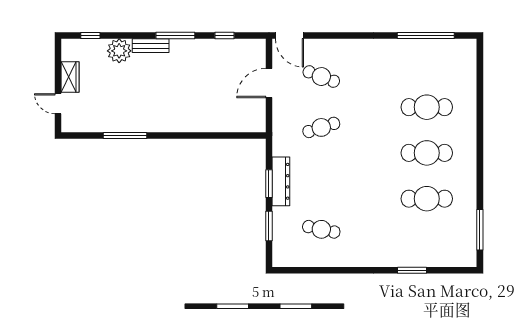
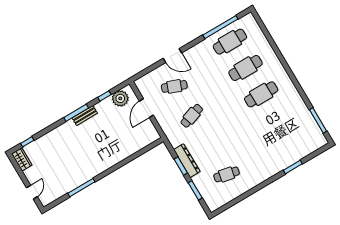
door: (289, 36) -> (172, 56), moved
bench: (151, 46) -> (85, 116), moved
plant: (119, 51) -> (120, 98), moved
wardrobe: (70, 77) -> (22, 159), moved
door: (58, 104) -> (32, 192), swing flipped
cafe table: (427, 199) -> (230, 42), moved

